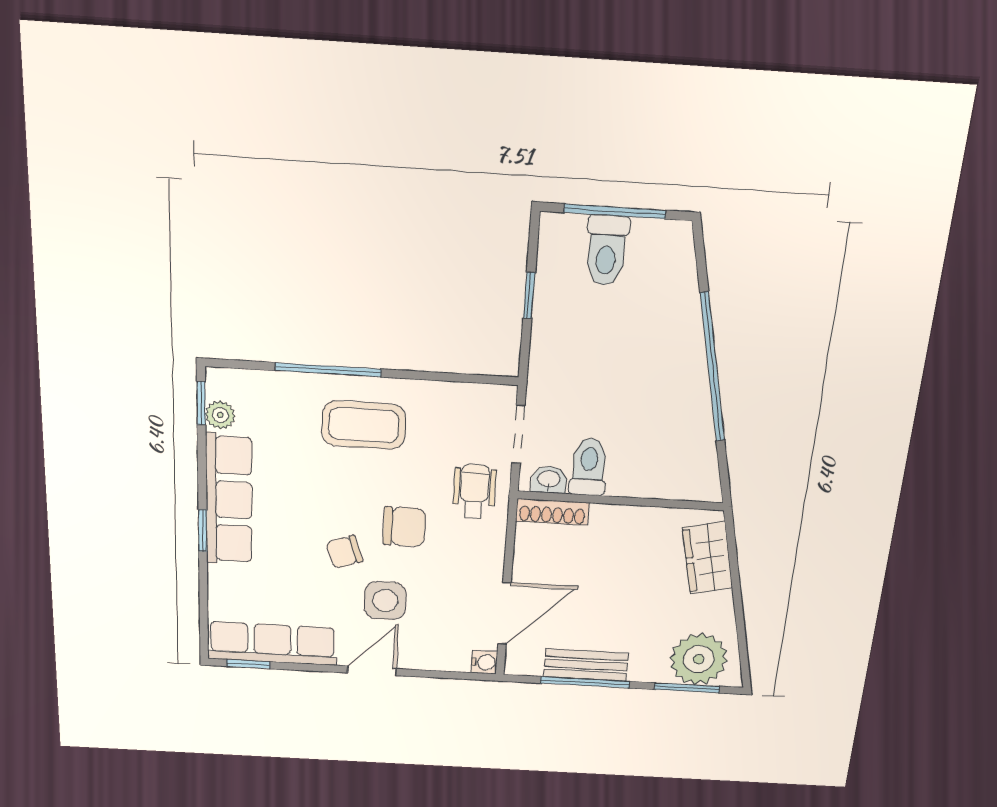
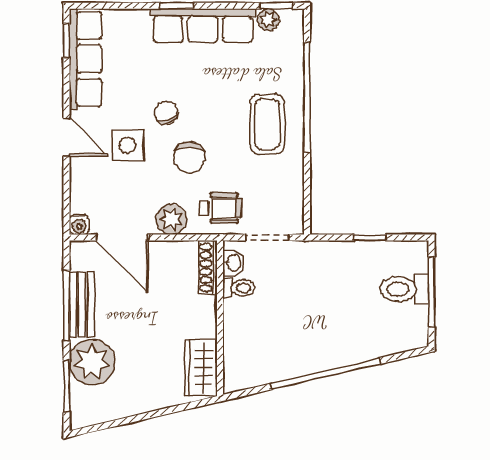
window: (328, 370) -> (307, 97), width x1.46
toilet: (589, 467) -> (239, 288), width x0.73, depth x0.72
plant: (485, 553) -> (171, 219), added
wardrobe: (708, 558) -> (201, 368), moved, turned -77
plant: (699, 659) -> (92, 362), moved

